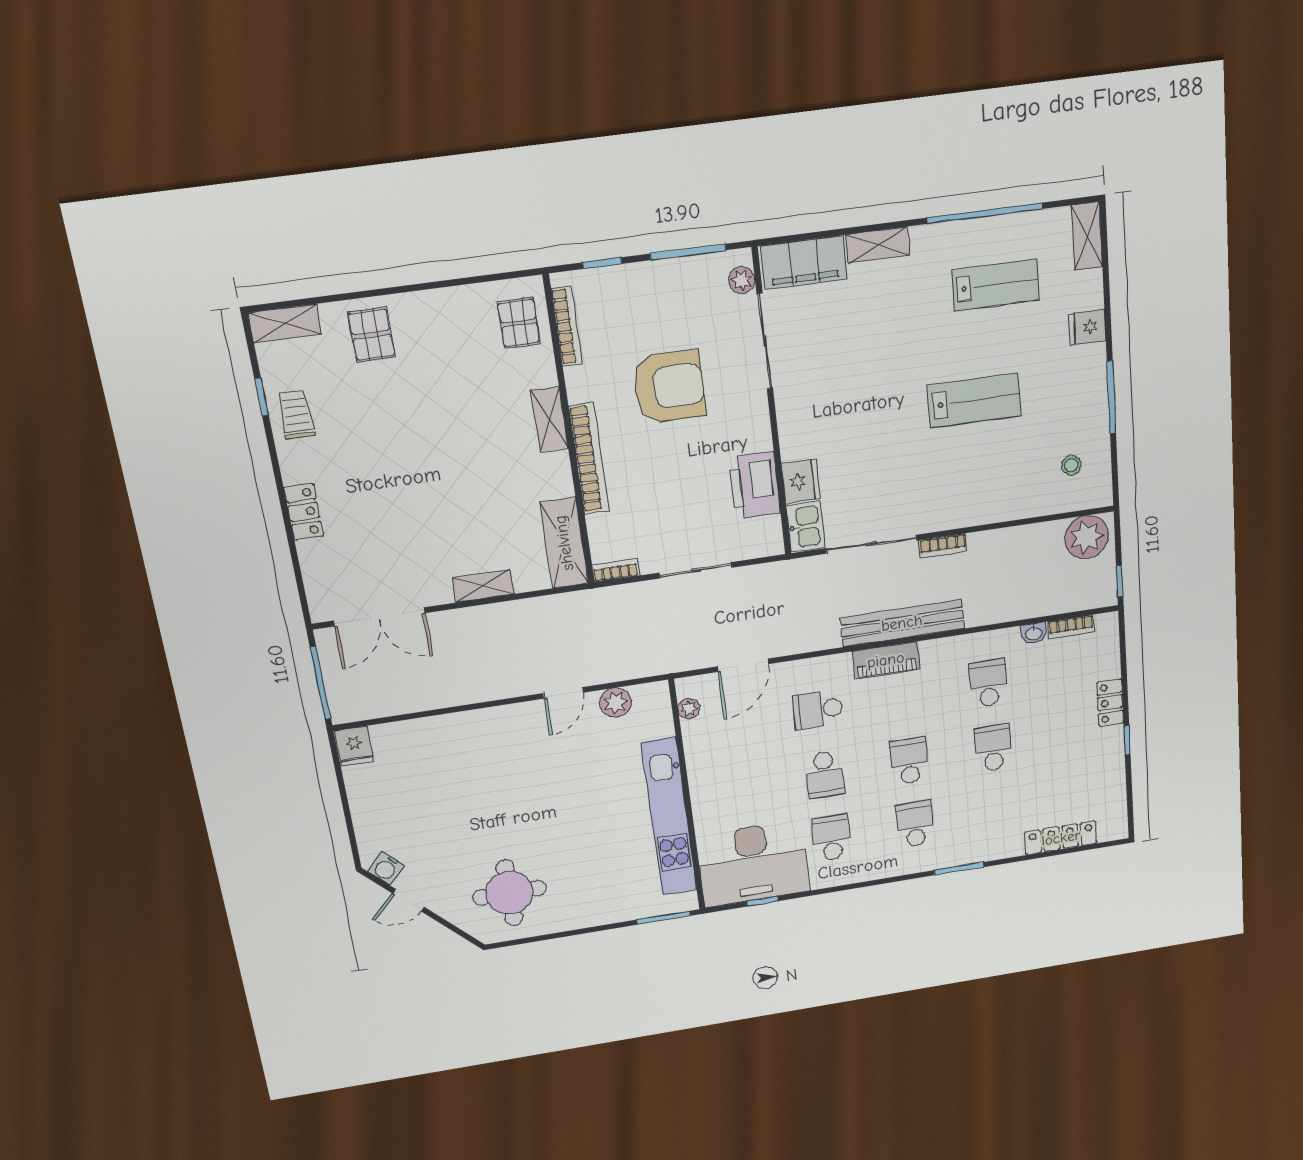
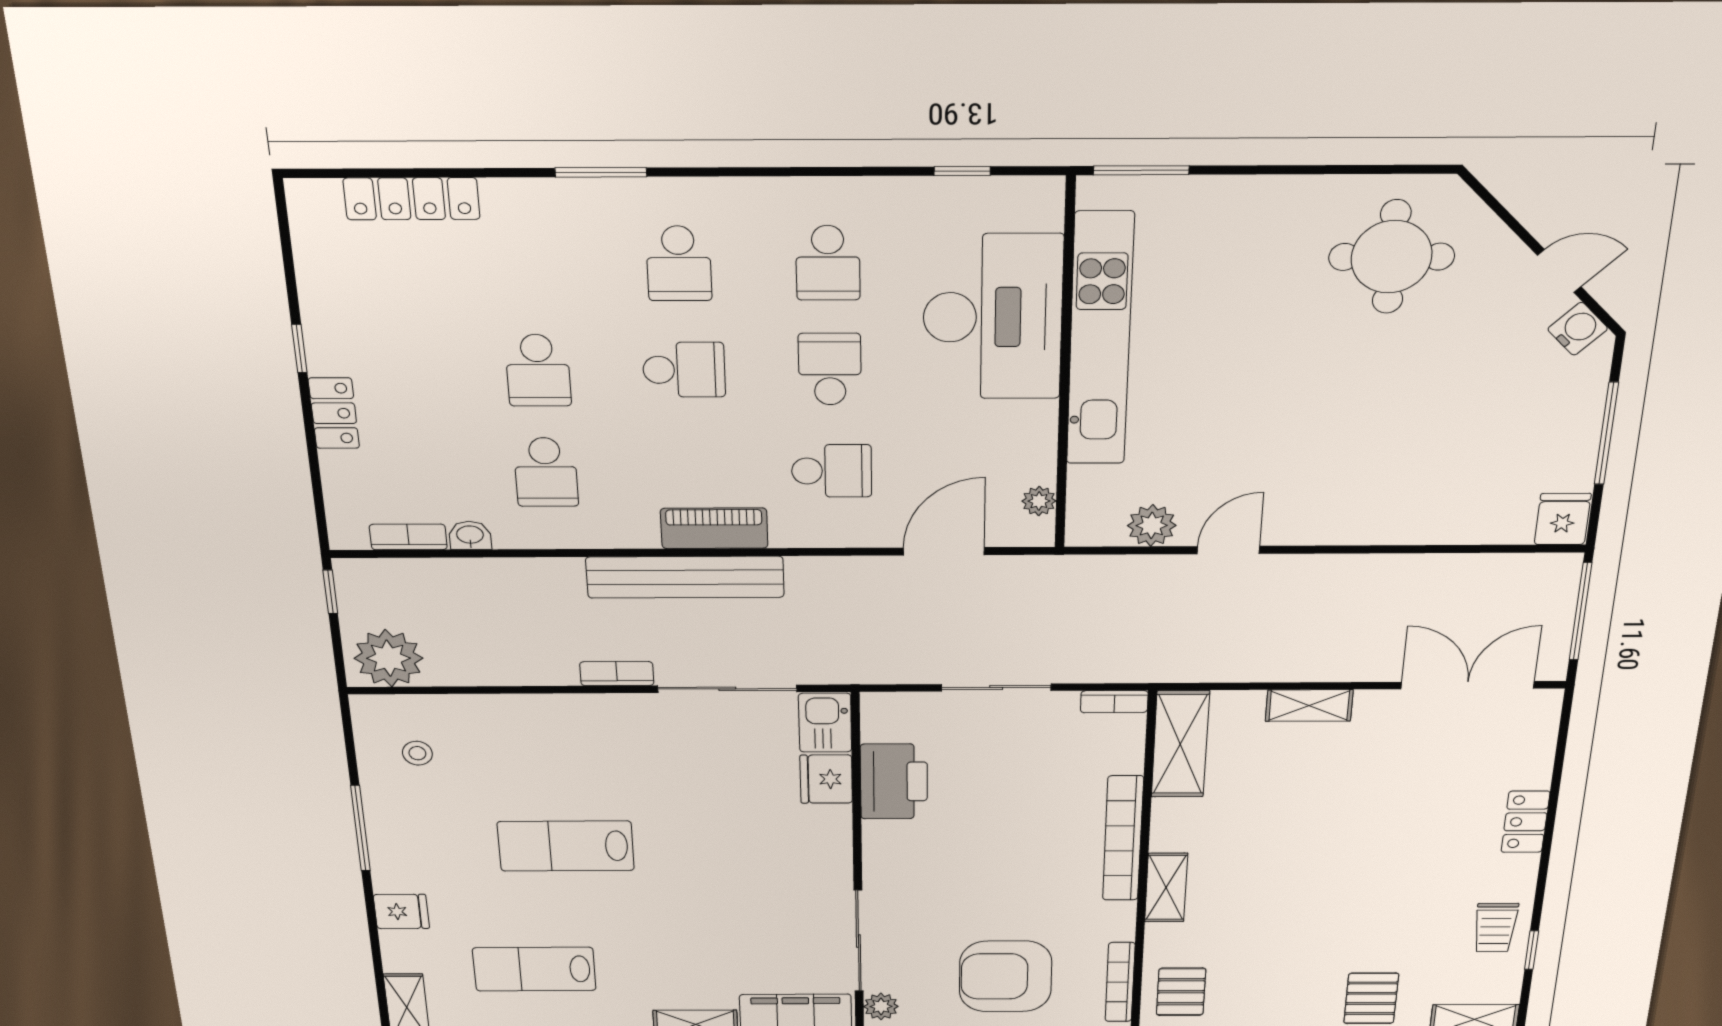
armchair: (669, 387) -> (1005, 976), moved
school desk: (909, 761) -> (684, 370), turned -90
window: (346, 807) -> (1606, 434), added
desk: (753, 864) -> (993, 317), moved, turned 90

